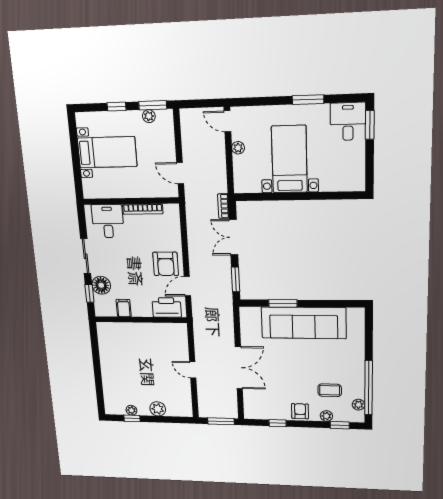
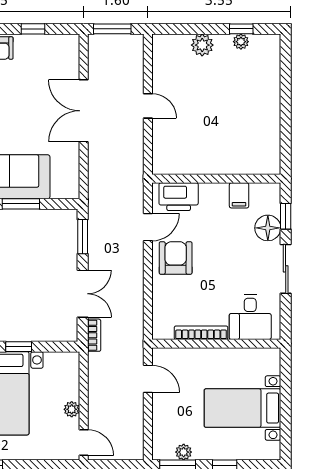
window: (282, 196) -> (19, 347), added

